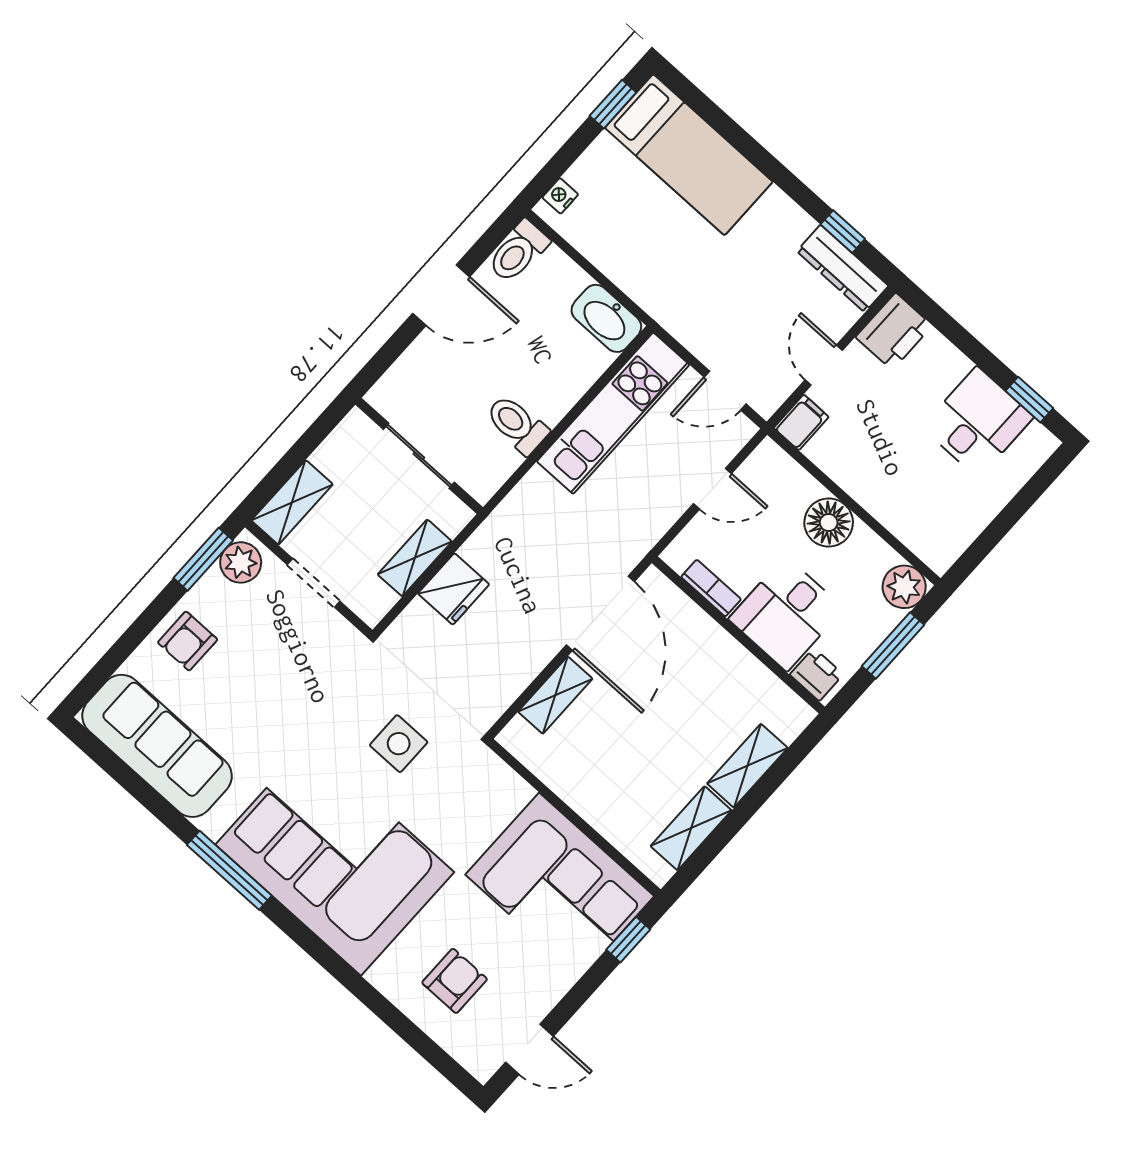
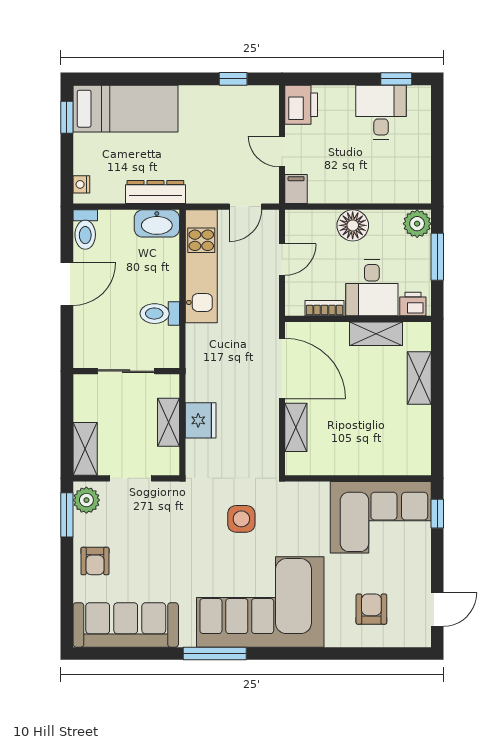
dresser: (843, 269) -> (155, 192), moved, turned 180
shelving: (691, 828) -> (376, 334), moved, turned 90

